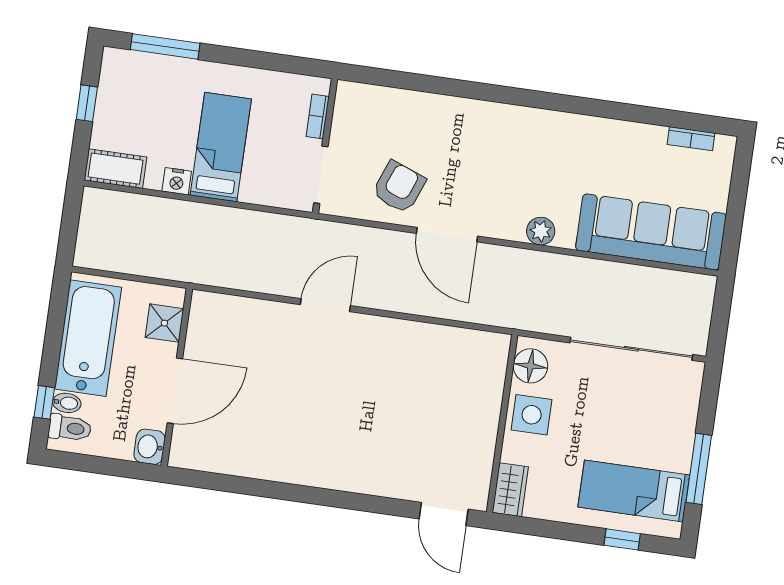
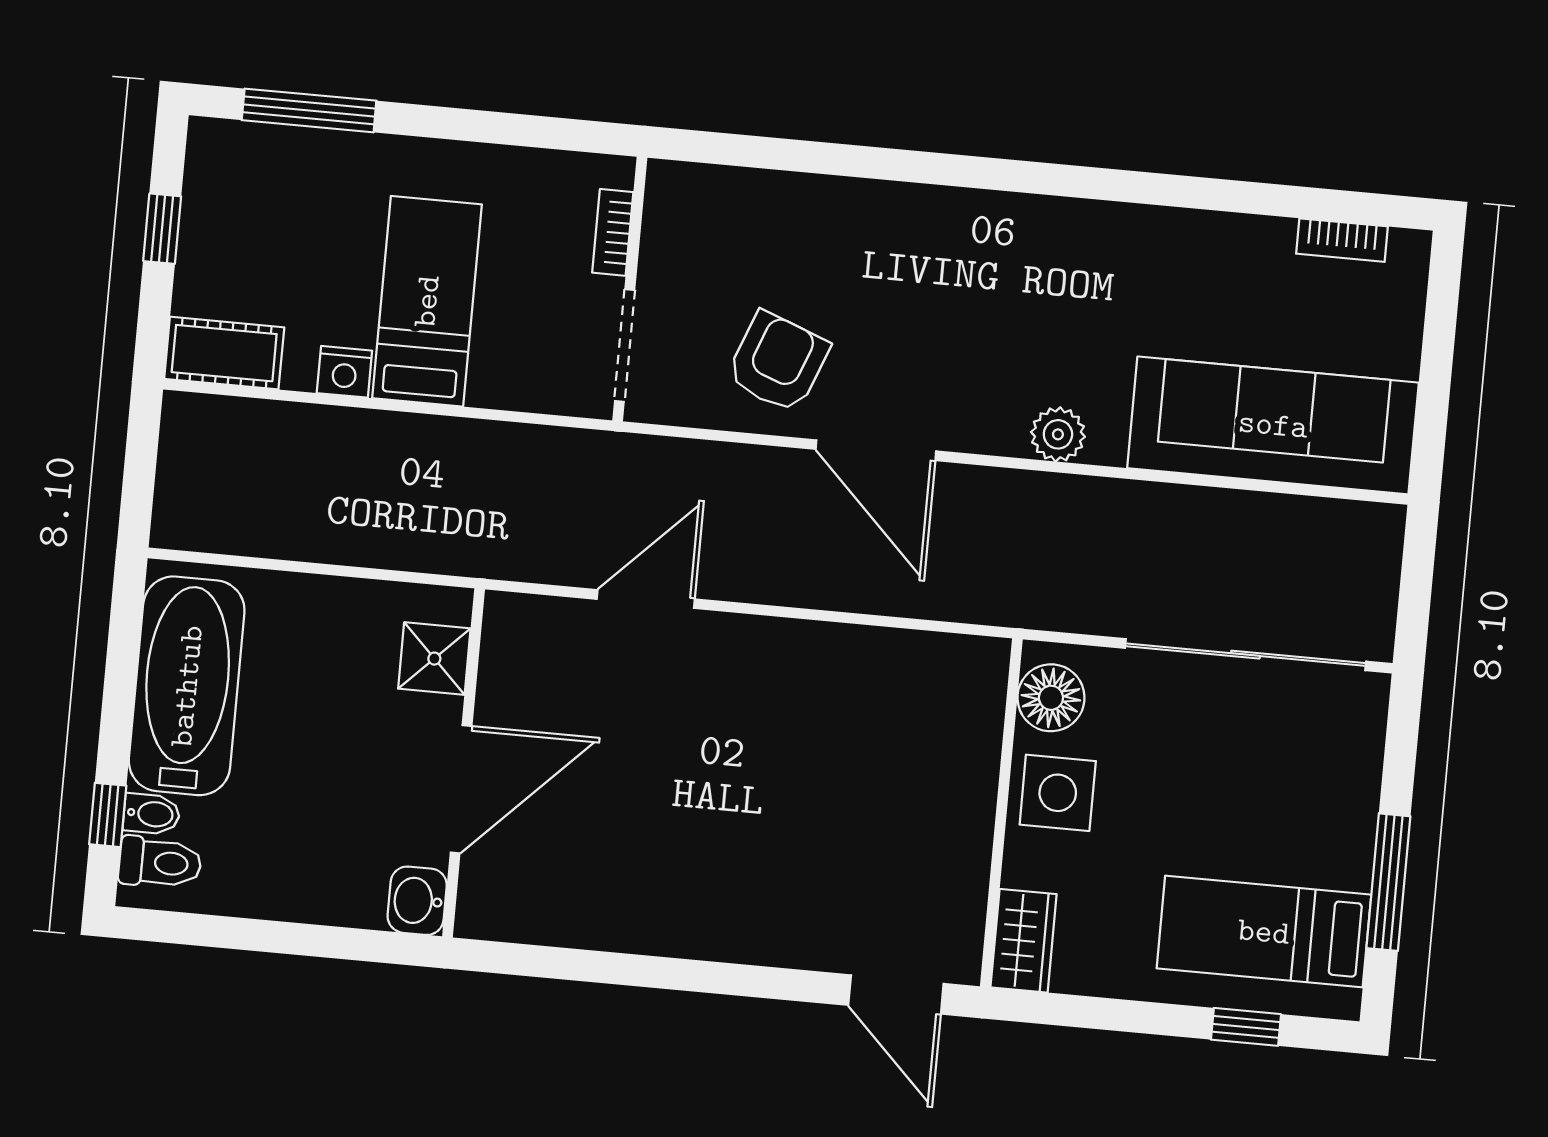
shower: (164, 323) -> (434, 659), moved
wall: (177, 377) -> (464, 763), moved
door: (175, 391) -> (461, 789), moved
washbasin: (150, 447) -> (417, 901), moved

